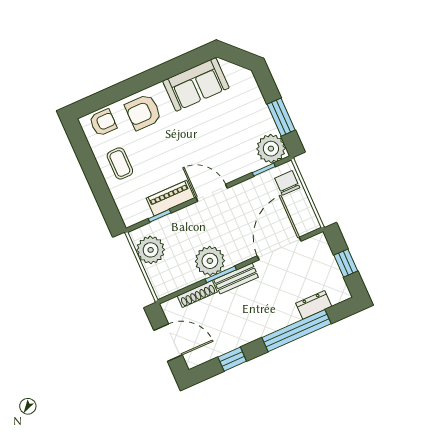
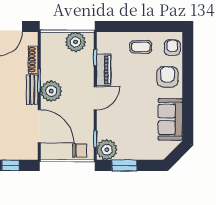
armchair: (103, 123) -> (172, 48), turned 180
plant: (210, 261) -> (51, 91), moved

